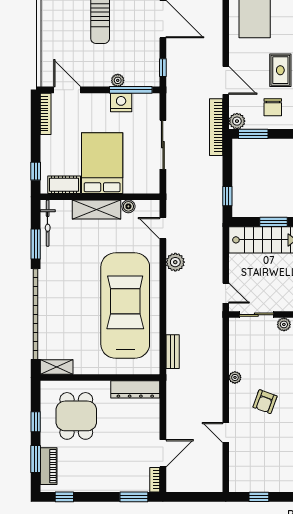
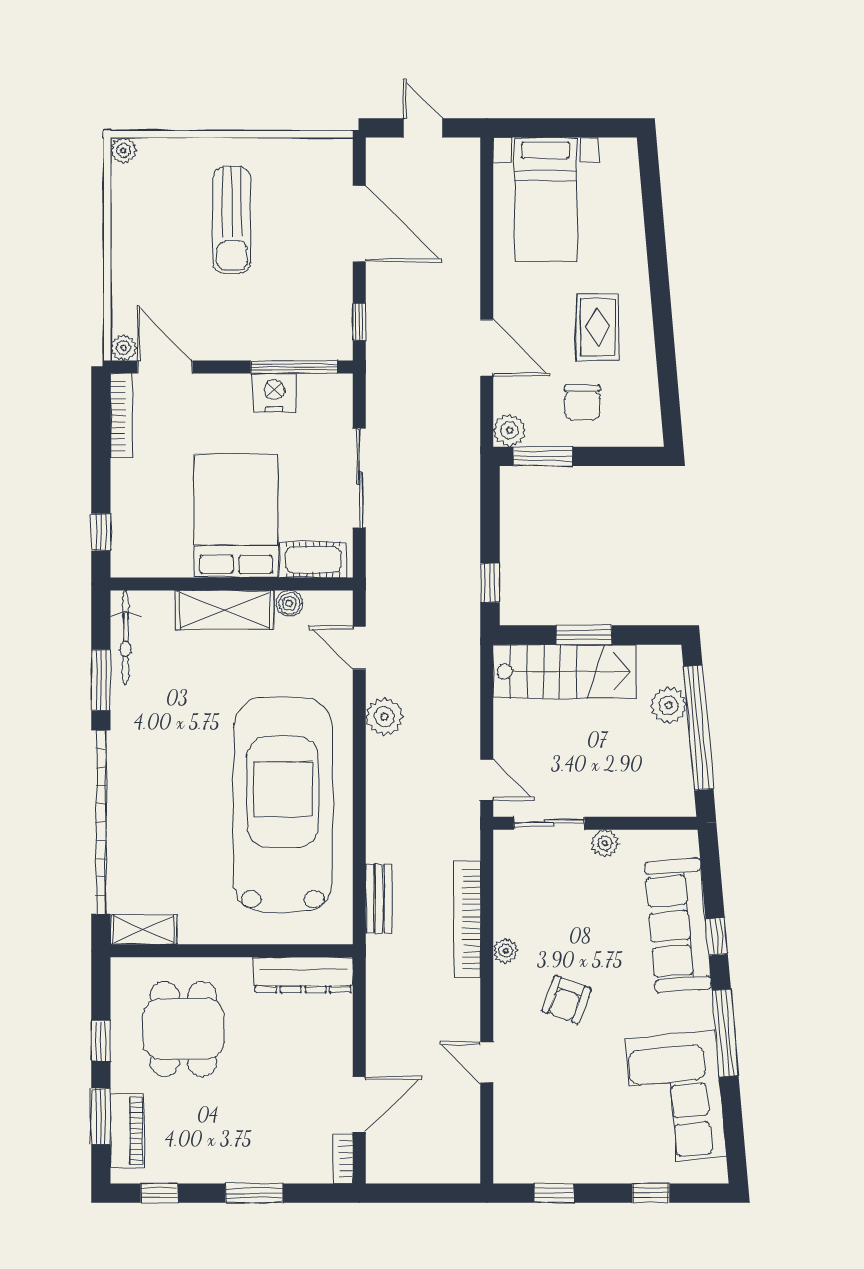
plant: (118, 80) -> (123, 348), moved
bookcase: (216, 127) -> (467, 920), moved
cot: (64, 185) -> (313, 560), moved
window: (134, 497) -> (254, 1193), moved

